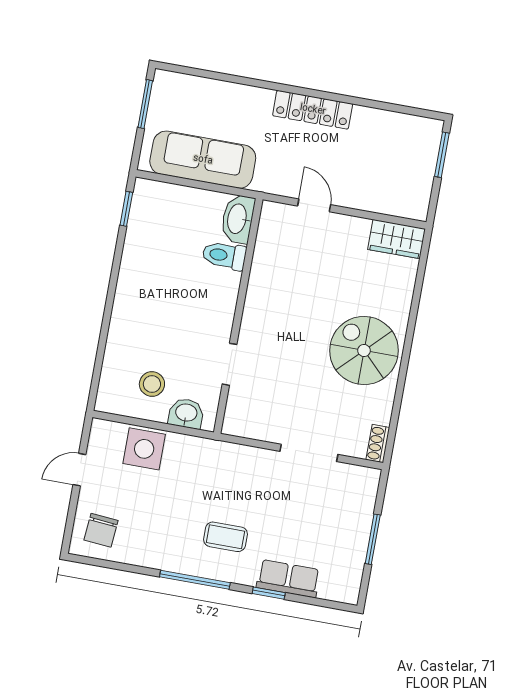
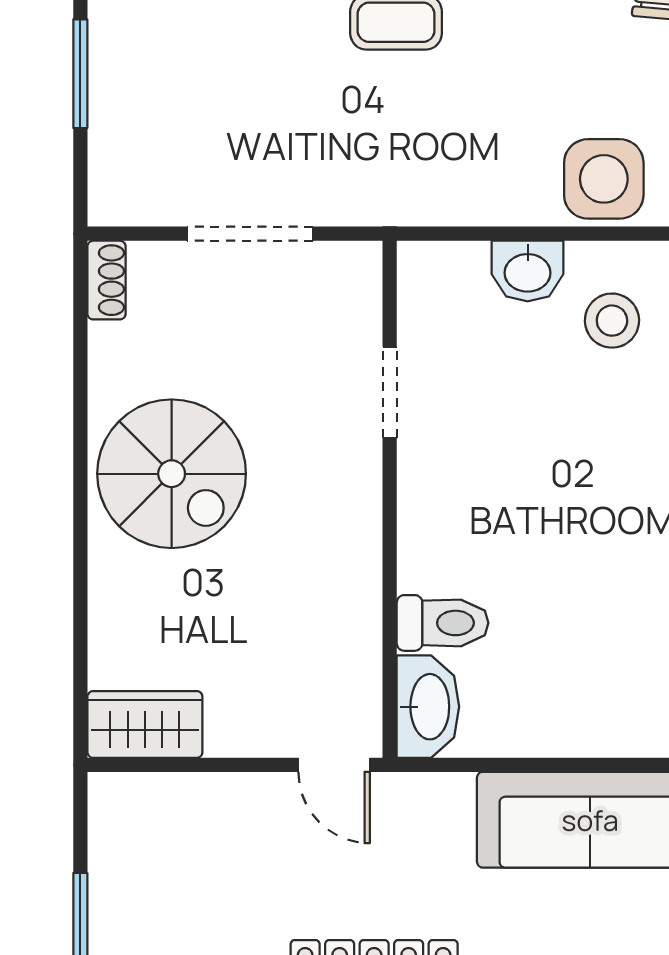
washbasin: (238, 219) -> (428, 707), moved
toilet: (224, 256) -> (443, 623), moved
wall: (238, 316) -> (390, 499), moved
doorway: (229, 364) -> (390, 392), moved

